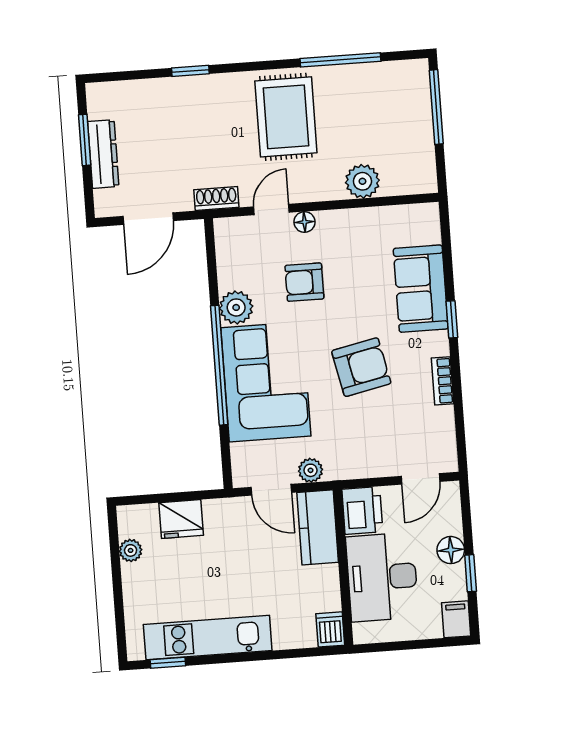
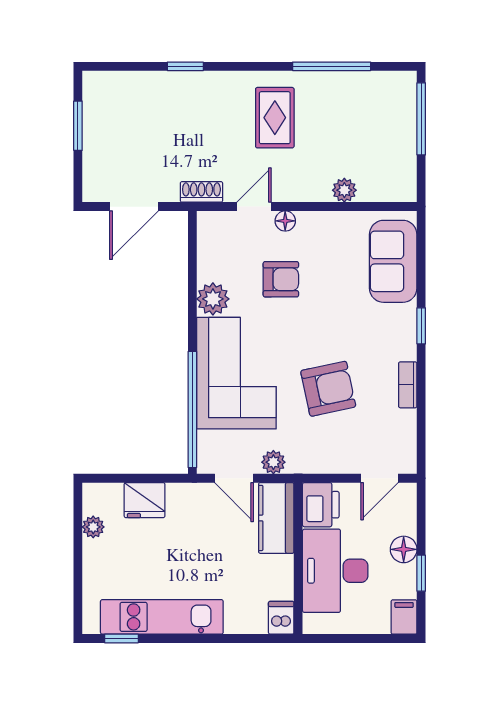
rug: (286, 117) -> (275, 118), width x0.73, depth x0.70
dresser: (103, 154) -> (95, 141), removed
plant: (362, 181) -> (344, 190), width x0.73, depth x0.73
armchair: (304, 282) -> (281, 279), turned 180
sofa: (421, 289) -> (393, 261), moved
window: (219, 365) -> (192, 410), moved
armchair: (361, 367) -> (328, 389), moved

